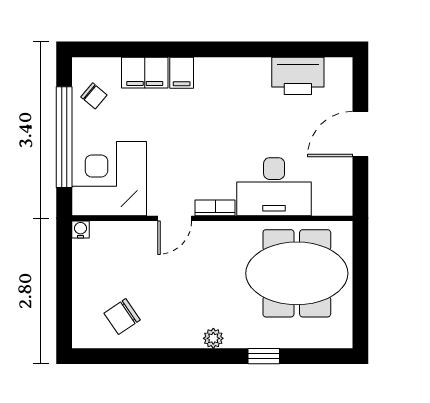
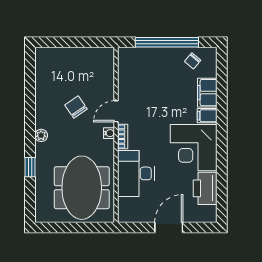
door: (360, 134) -> (169, 227), hinge flipped
corner desk: (109, 179) -> (194, 148), moved, turned 180
door: (175, 218) -> (116, 111), hinge flipped
water cooler: (81, 230) -> (109, 133), moved
chair: (122, 317) -> (76, 107), moved

